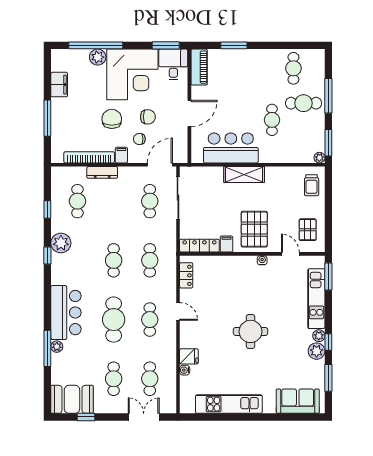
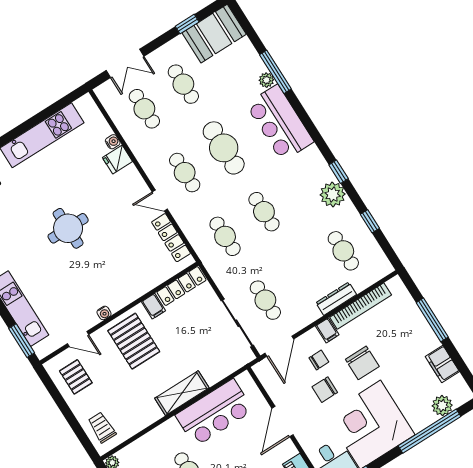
plant: (98, 57) -> (442, 406), moved
locker: (186, 275) -> (171, 238), width x1.53

